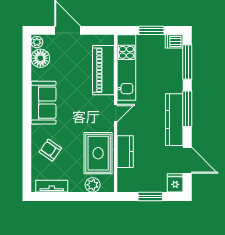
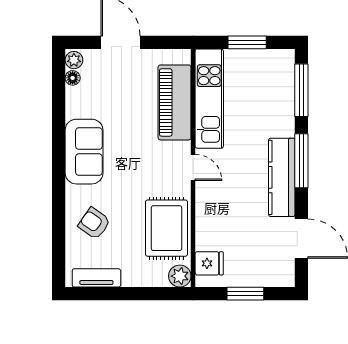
dishwasher: (174, 41) -> (282, 59), removed
floor lamp: (40, 58) -> (73, 78), width x0.53, depth x0.53
door: (116, 113) -> (193, 168), hinge flipped
kitchen counter: (125, 152) -> (207, 226), removed
fridge: (175, 183) -> (209, 263), moved, turned 90
plant: (93, 185) -> (180, 276), moved

